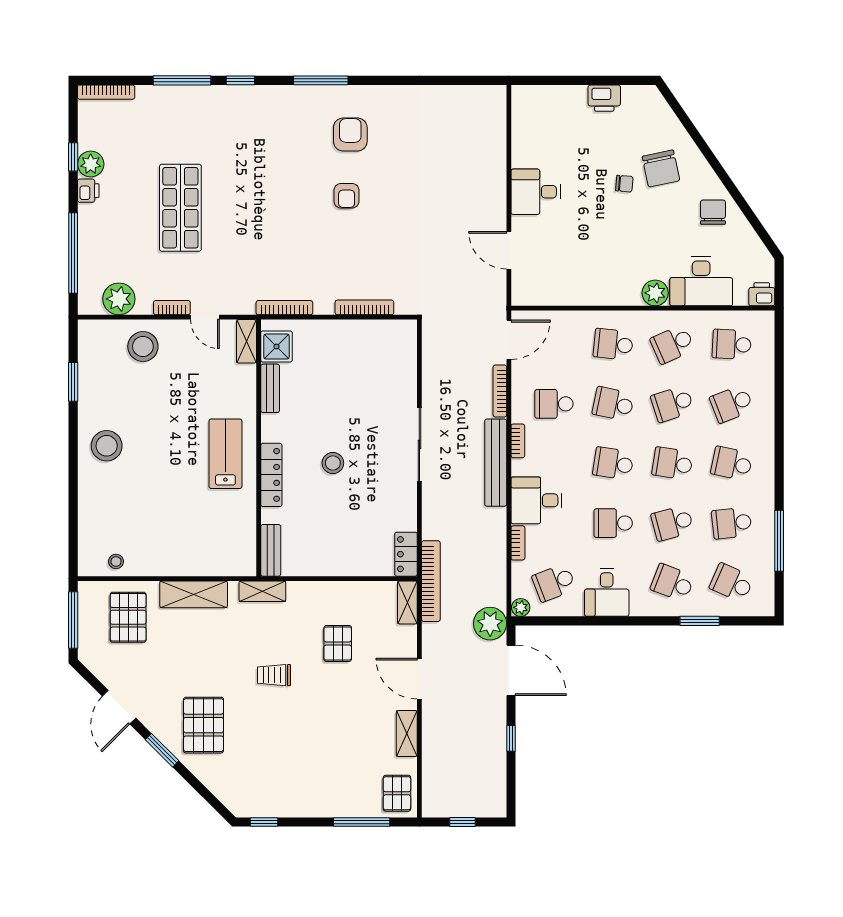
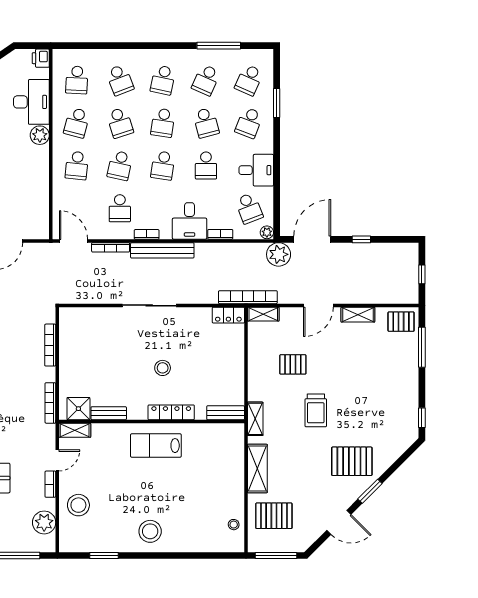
school desk: (672, 344) -> (77, 123), turned 39
school desk: (732, 523) -> (206, 80), turned 30
trolley: (274, 675) -> (316, 410), width x1.36, depth x1.39

